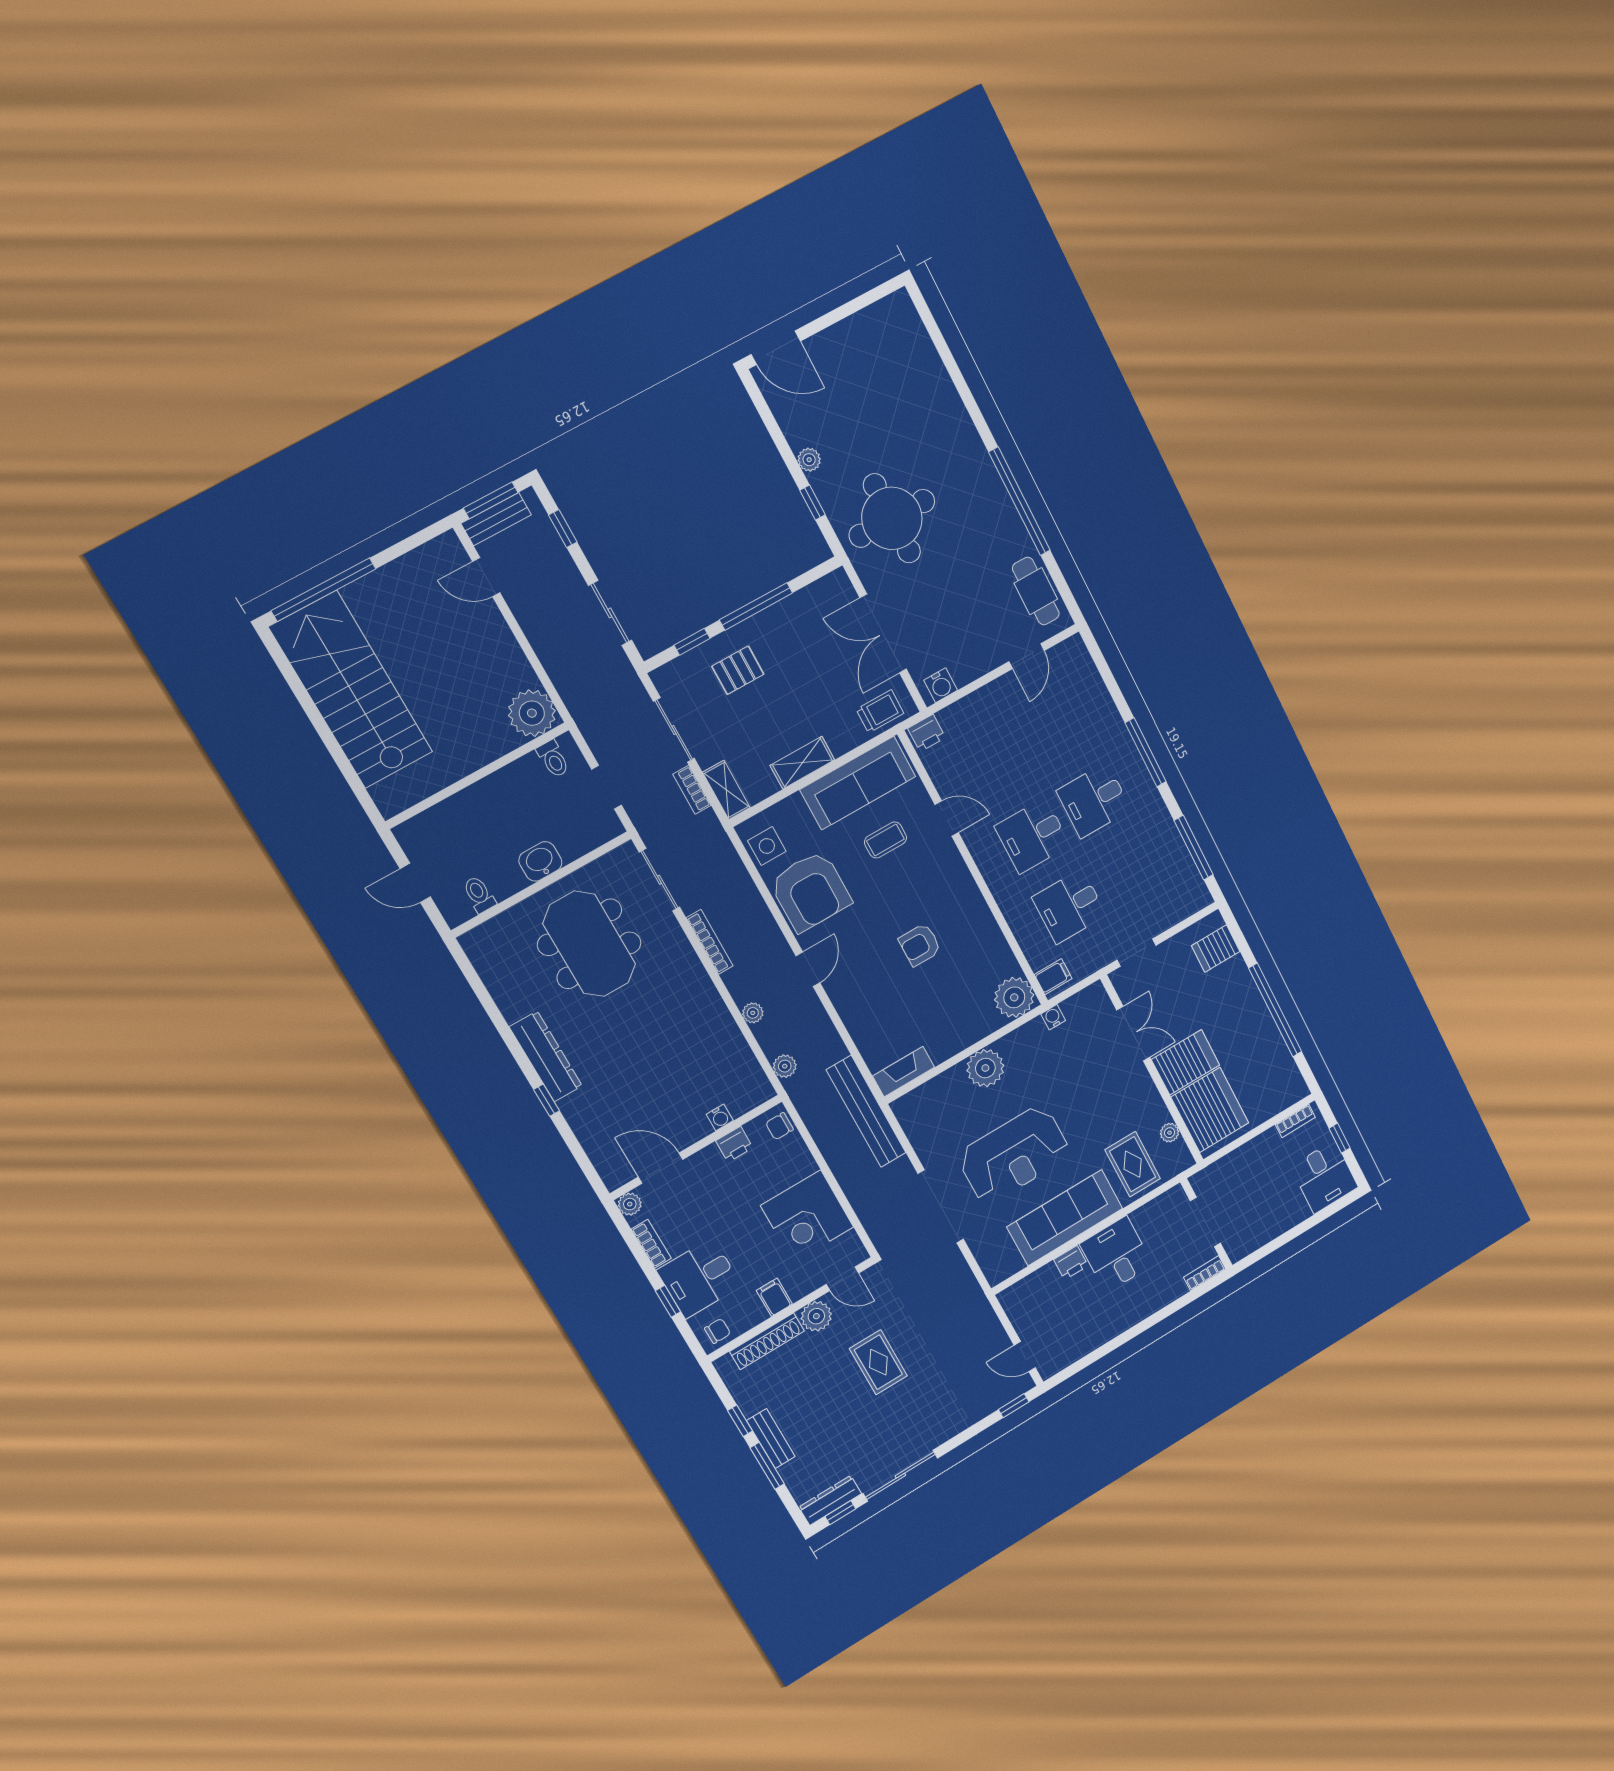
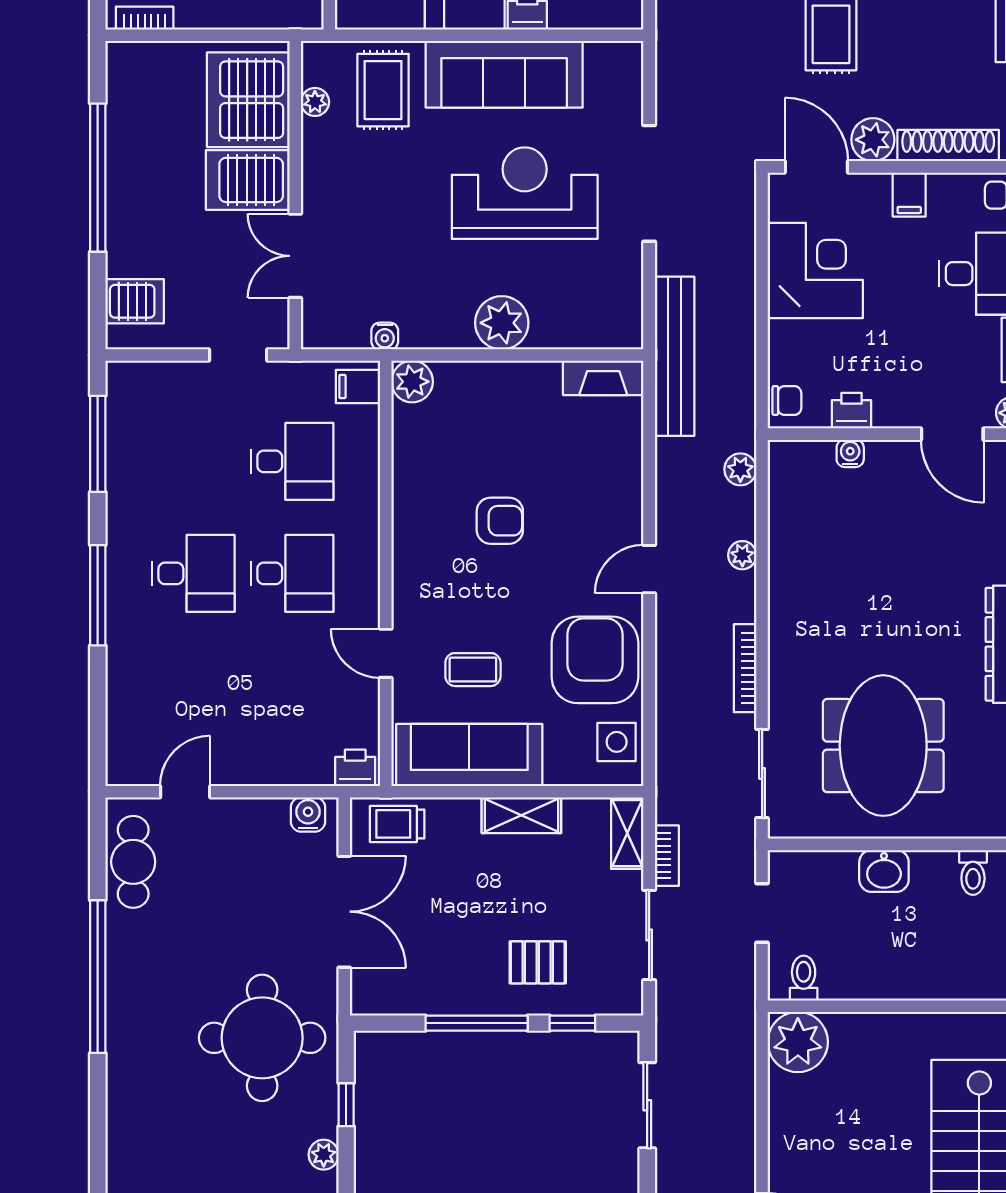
plant: (1014, 997) -> (412, 382), width x0.73, depth x0.73
door: (842, 1279) -> (816, 167), width x1.38

